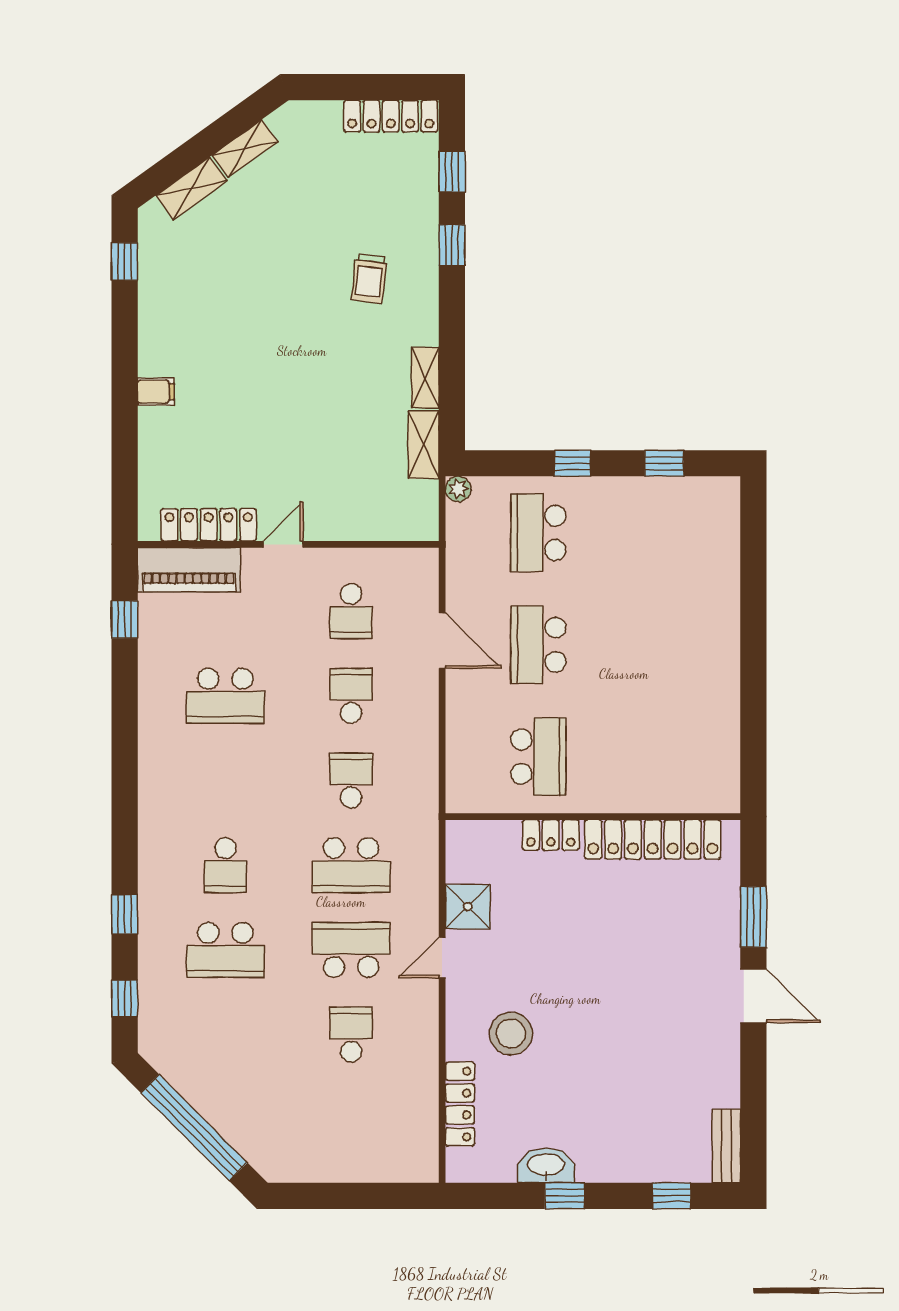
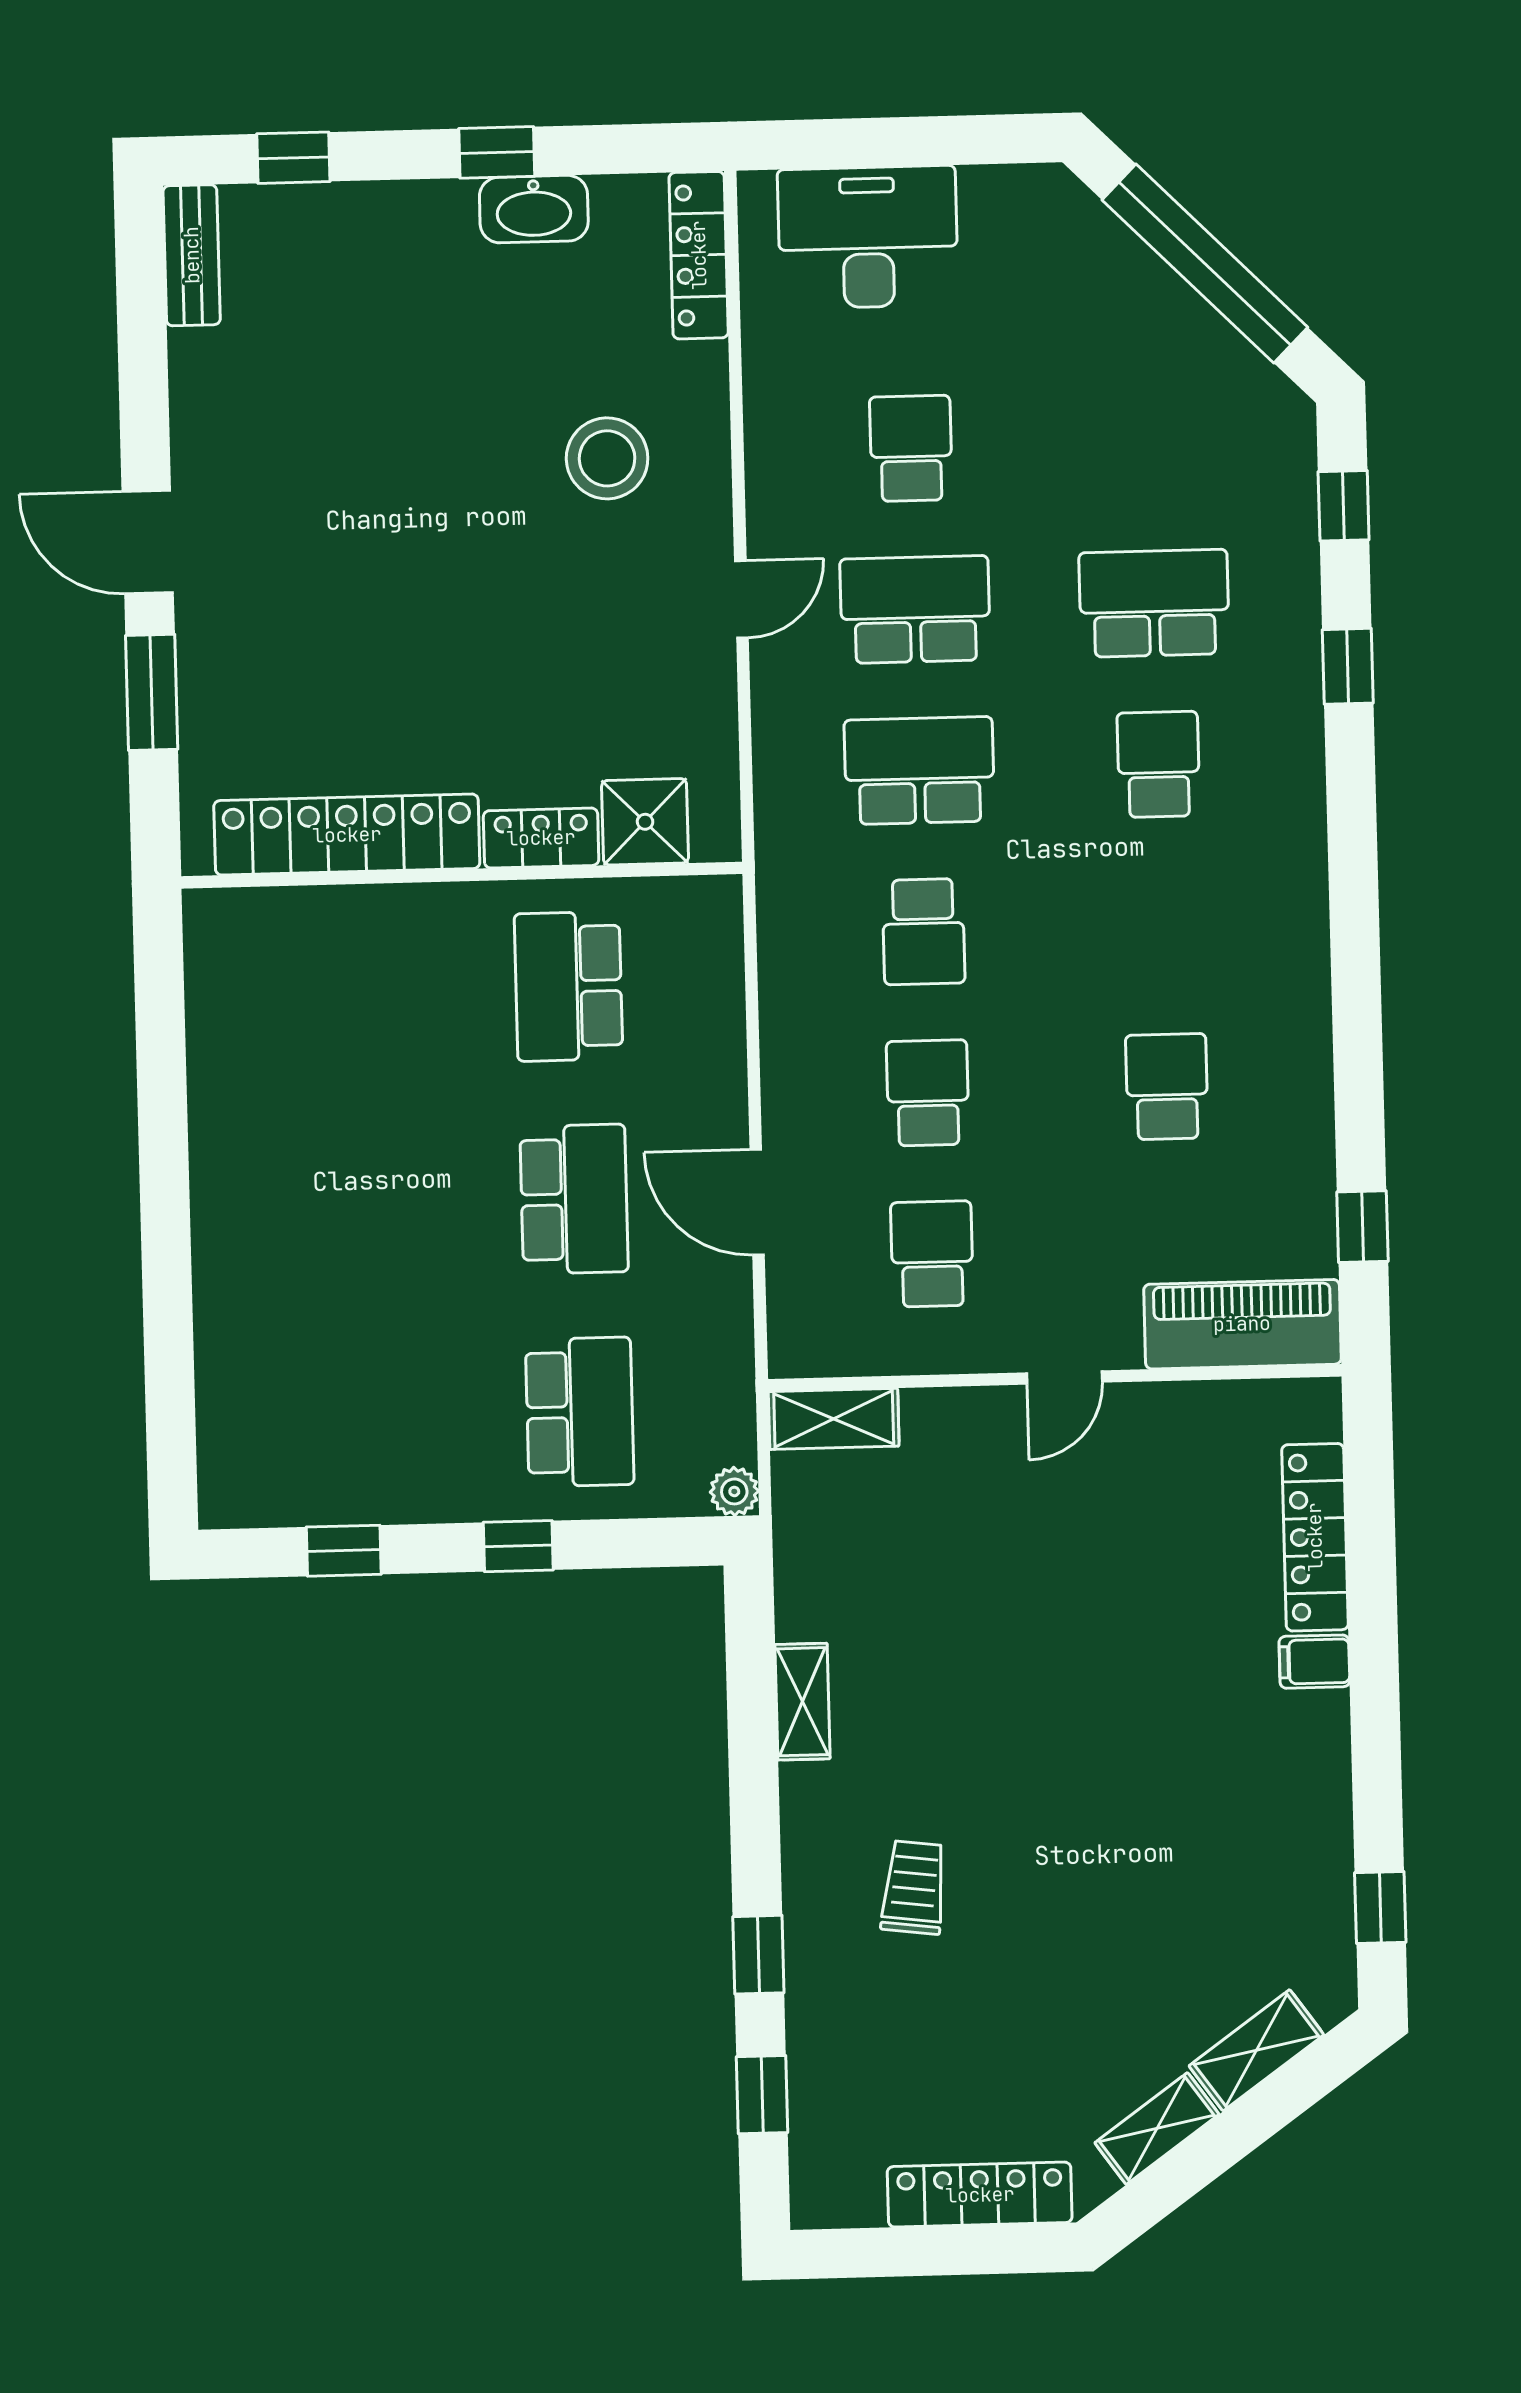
locker: (391, 116) -> (980, 2195), moved
shelving: (424, 445) -> (834, 1419), moved, turned 90
locker: (209, 525) -> (1315, 1537), moved, turned 90
school desk: (225, 696) -> (1167, 1087), width x0.54
school desk: (351, 696) -> (928, 1093), turned 180
shower: (468, 907) -> (645, 822), moved
school desk: (351, 950) -> (915, 609), turned 180
school desk: (351, 1035) -> (911, 448), turned 180
locker: (460, 1104) -> (699, 255), moved
desk: (371, 1146) -> (868, 237), added

